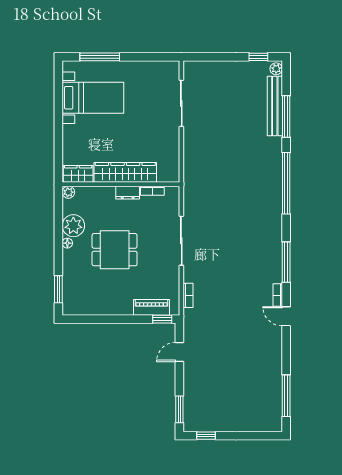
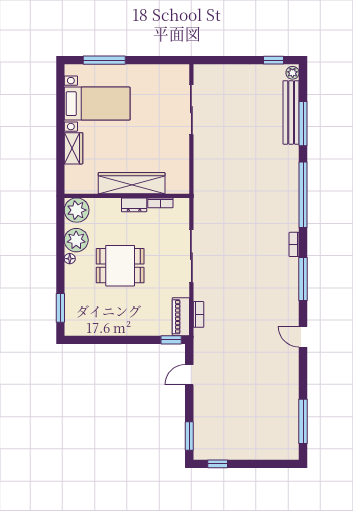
wardrobe: (78, 174) -> (73, 148), moved, turned 90
plant: (68, 192) -> (77, 210), width x1.87, depth x1.87
bookcase: (278, 295) -> (294, 244), moved
piano: (151, 307) -> (181, 317), moved, turned -90

